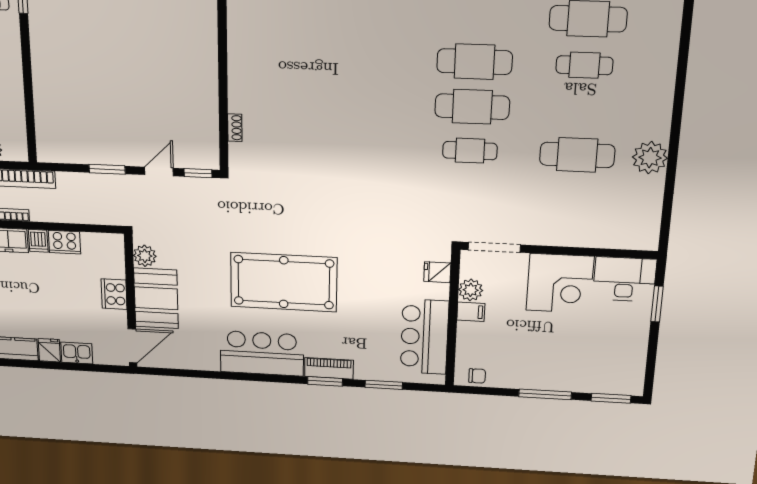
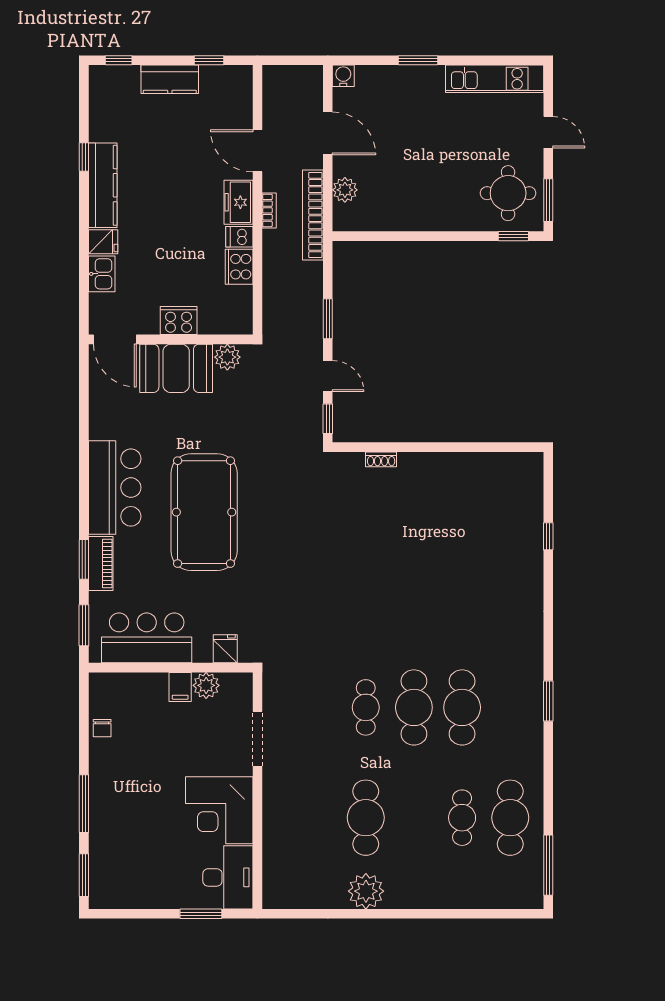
fridge: (437, 272) -> (225, 649), moved
plant: (471, 290) -> (206, 685), moved
filing cabinet: (471, 312) -> (180, 687), moved
wall: (453, 319) -> (171, 668), moved
bar counter: (424, 337) -> (147, 638), moved

